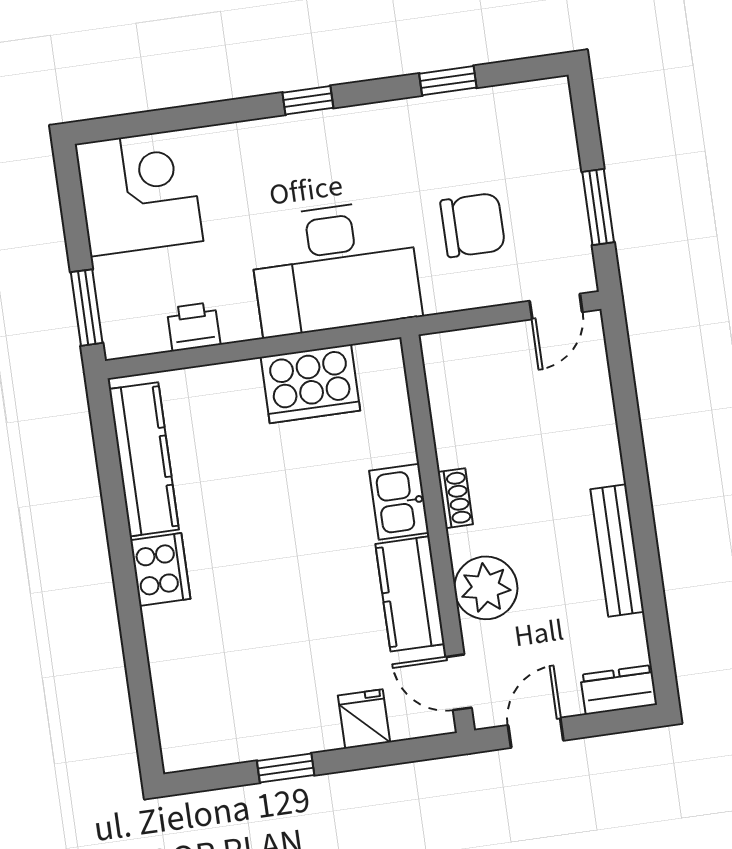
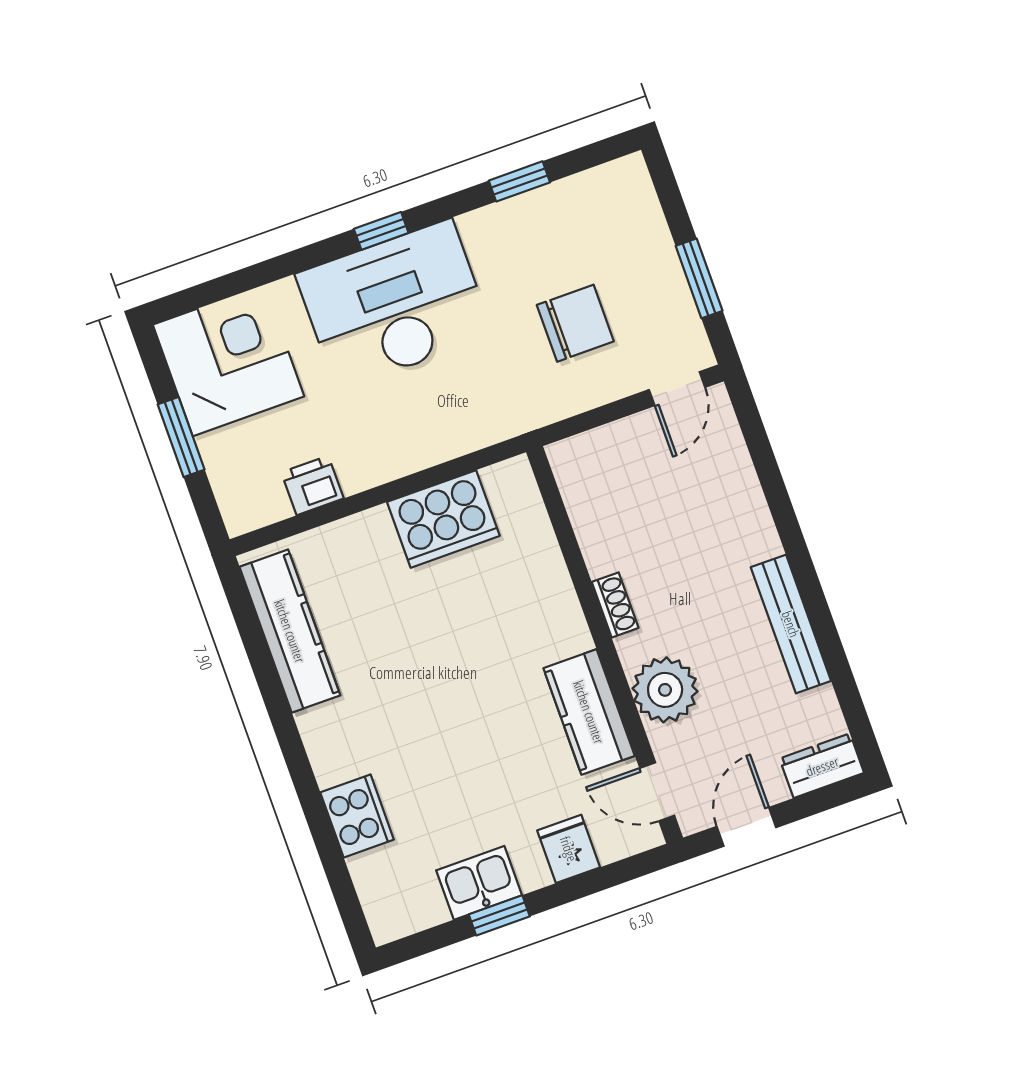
desk: (335, 268) -> (394, 305), moved, turned 180
window: (87, 308) -> (181, 437), moved
kitchen sink: (399, 502) -> (479, 883), moved, turned 90
cooker: (160, 569) -> (357, 816), moved

